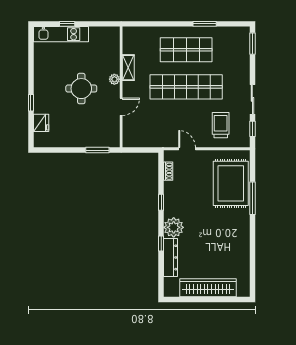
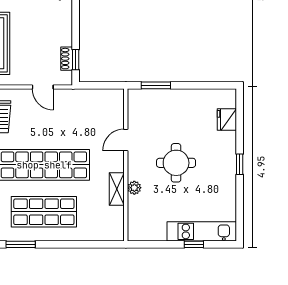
plant: (114, 79) -> (134, 188), moved
window: (31, 103) -> (240, 164), moved
window: (161, 202) -> (76, 60), moved

